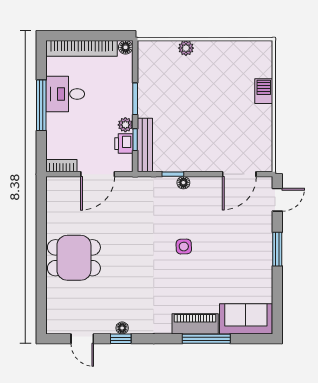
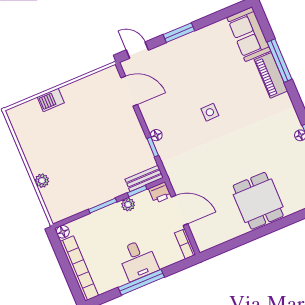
desk: (65, 94) -> (138, 260), moved
printer: (124, 144) -> (160, 193), moved
bench: (145, 145) -> (144, 178), width x0.73

